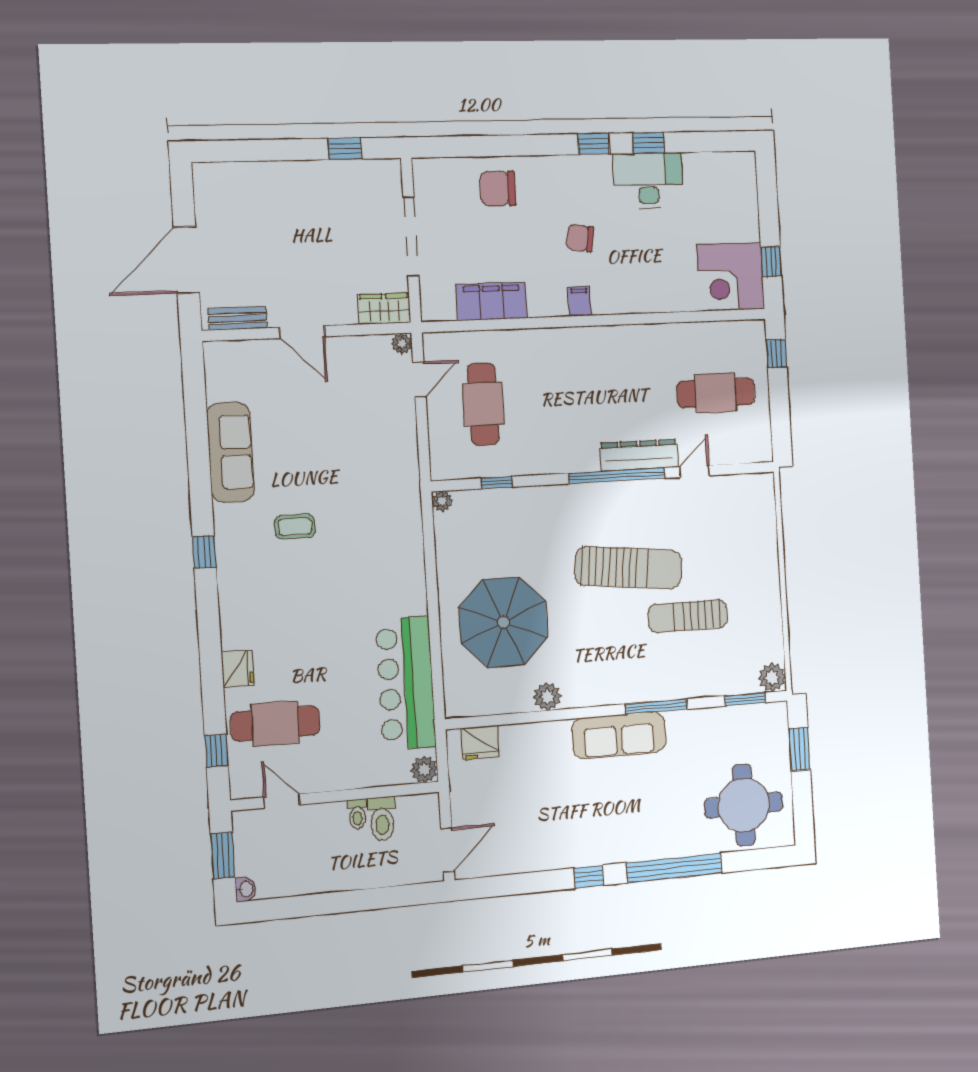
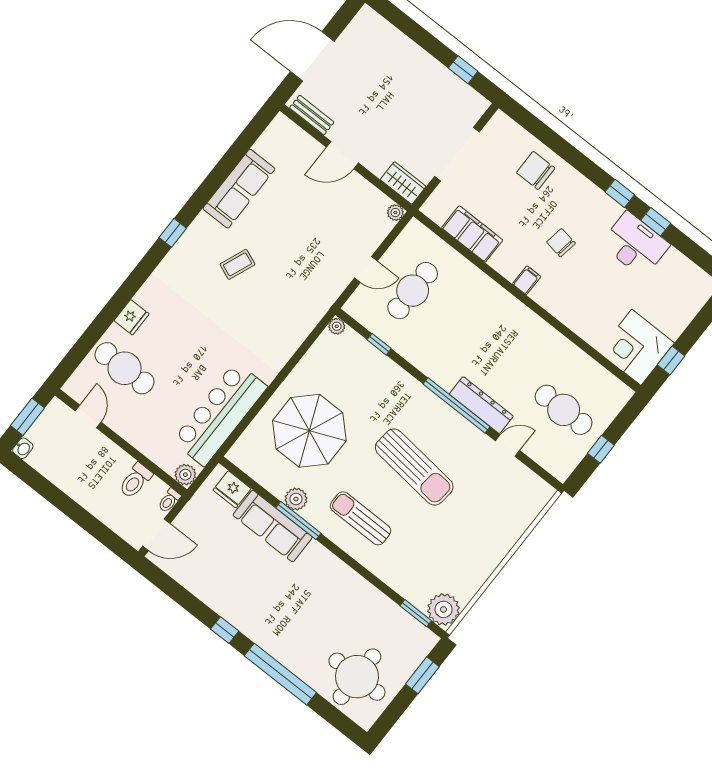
door: (302, 332) -> (342, 155), hinge flipped
window: (777, 354) -> (601, 449), moved
door: (419, 379) -> (366, 269), moved
coffee table: (295, 527) -> (237, 264), turned -68
sun lounger: (688, 616) -> (361, 518), moved
plant: (772, 677) -> (444, 609), width x1.36, depth x1.36
window: (656, 707) -> (298, 520), moved
sofa: (619, 735) -> (273, 526), moved
window: (216, 751) -> (78, 353), removed
toilet: (357, 814) -> (169, 500), moved

